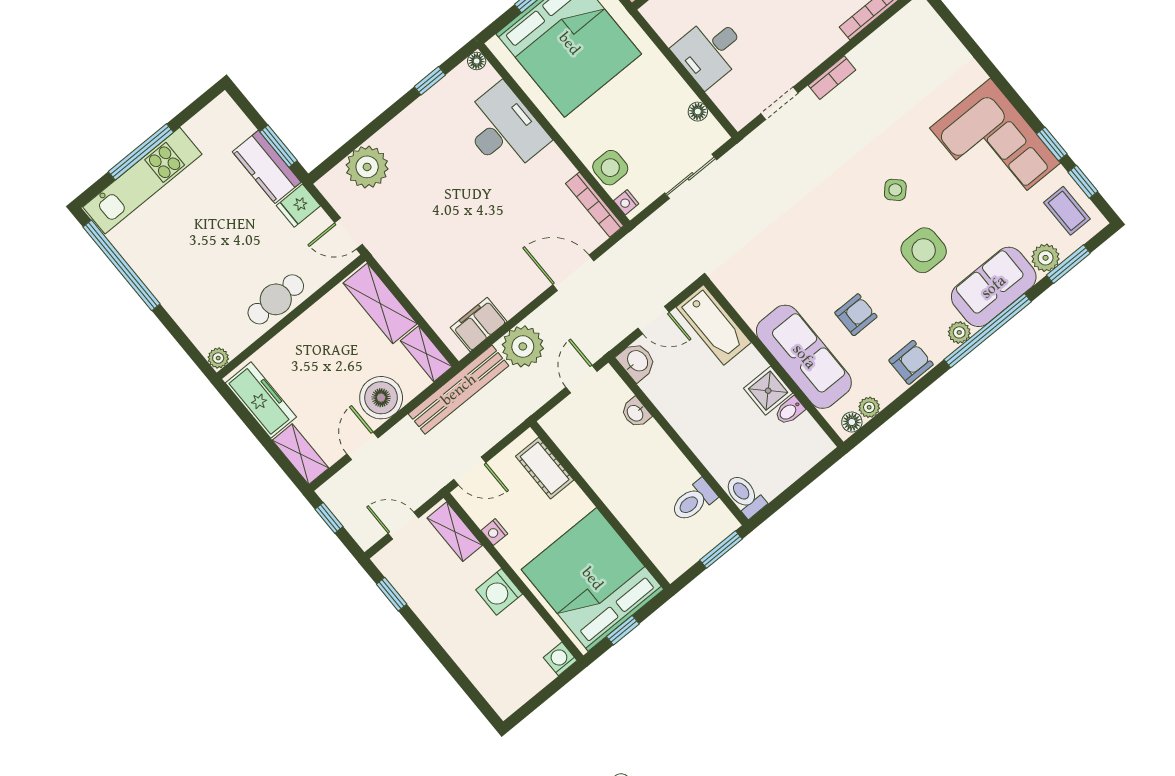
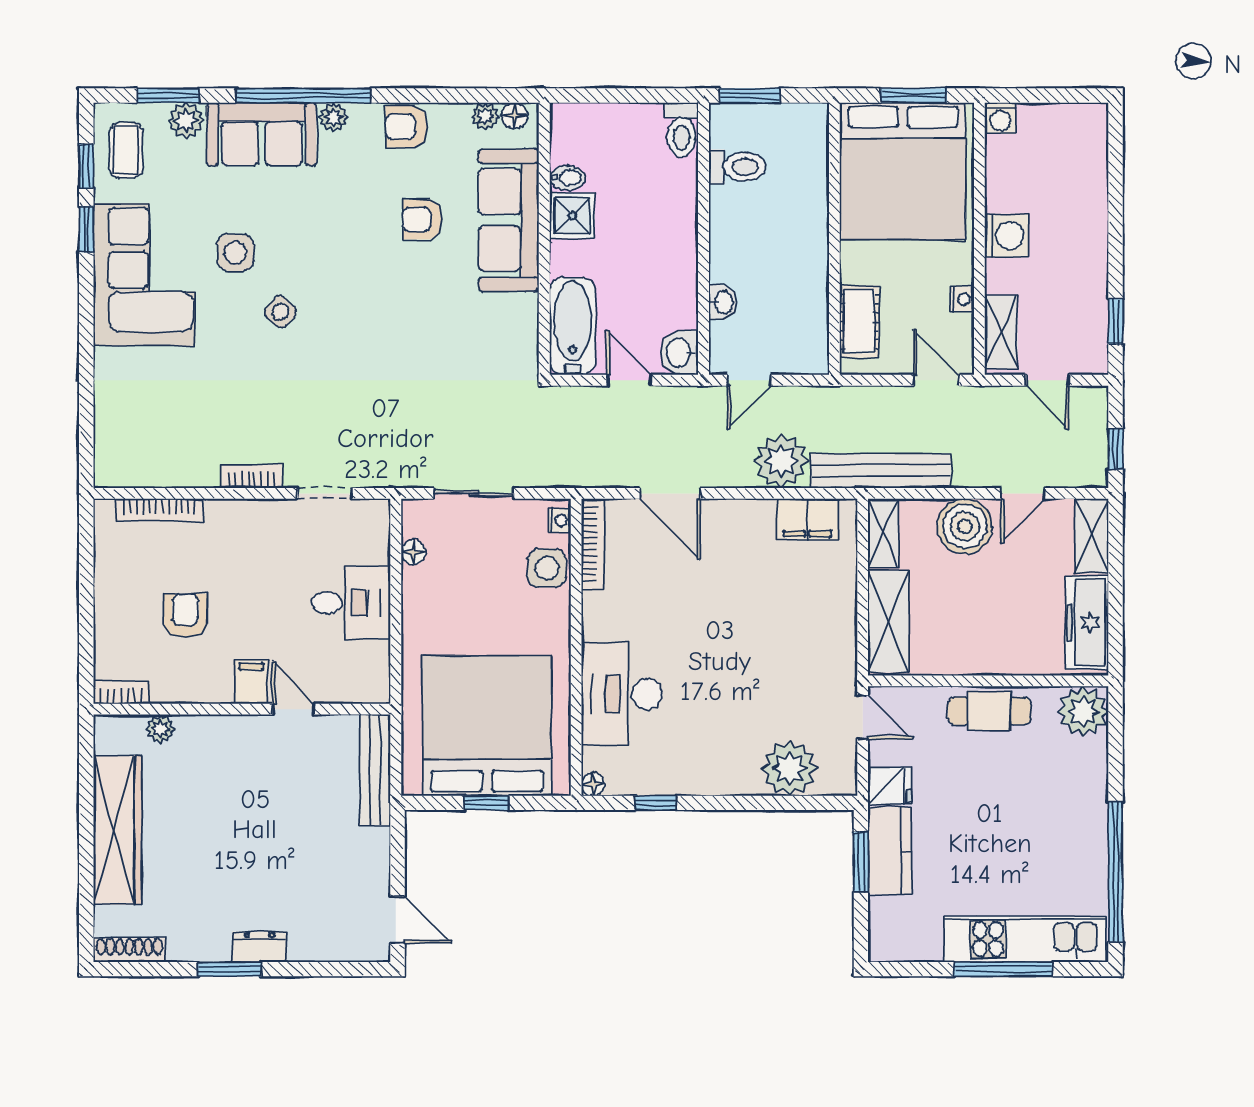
side table: (924, 250) -> (235, 252), moved, width x0.73, depth x0.73
plant: (218, 358) -> (1083, 711), width x1.87, depth x1.87
window: (623, 630) -> (914, 95), width x1.50

